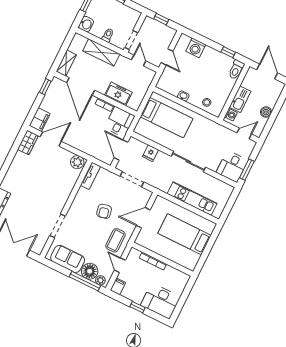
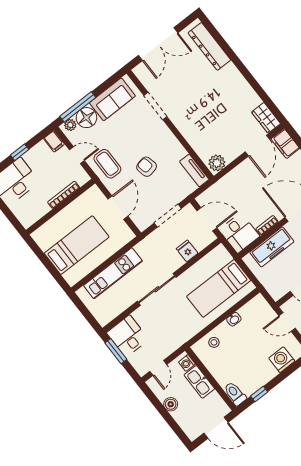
freezer: (118, 94) -> (272, 247), width x1.40

